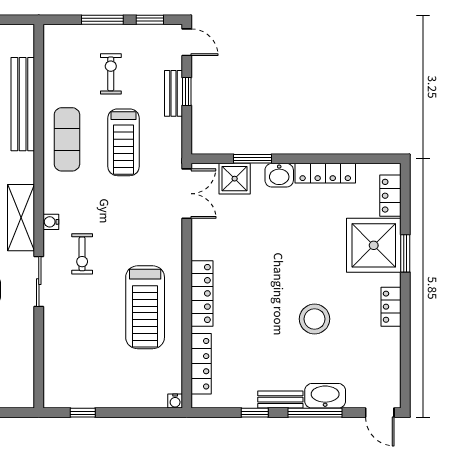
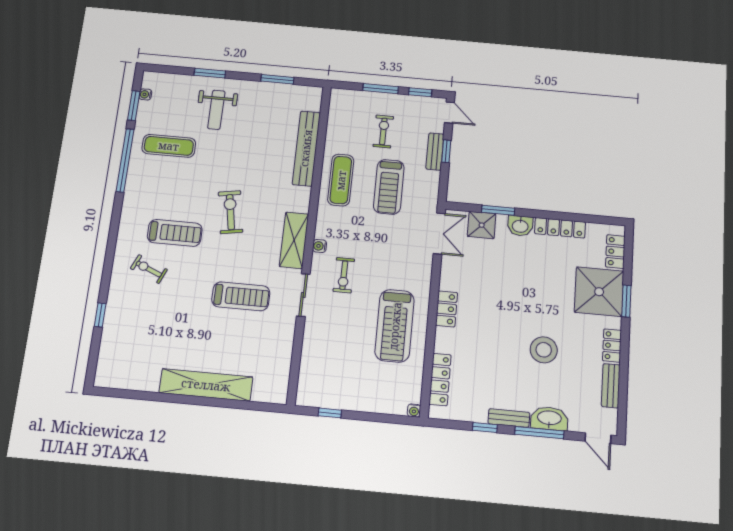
locker: (202, 293) -> (447, 309), width x0.66
bench: (391, 353) -> (611, 386), added

